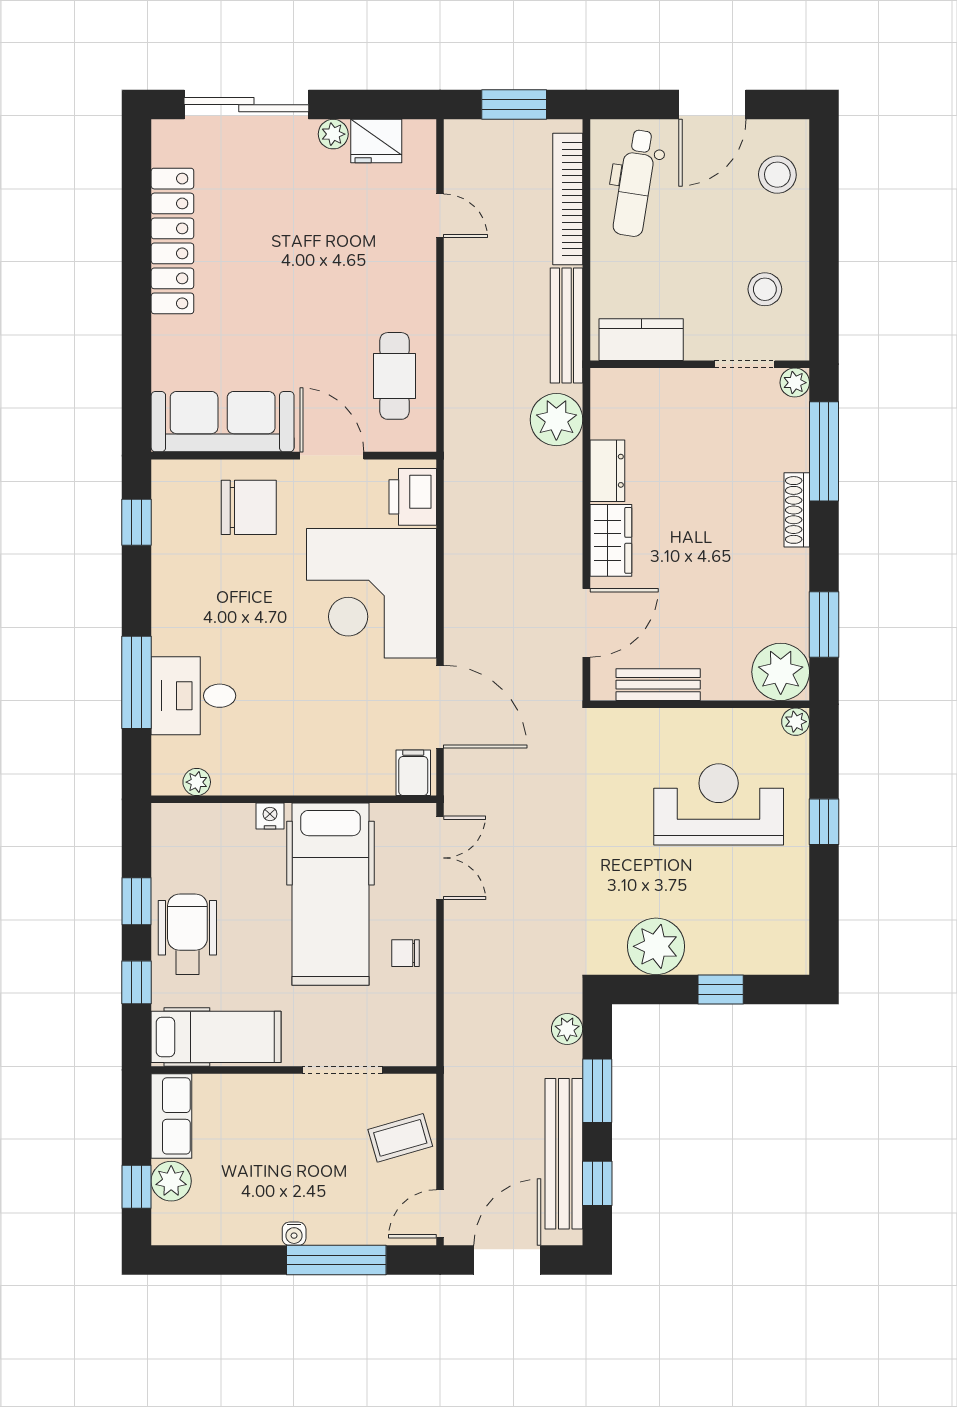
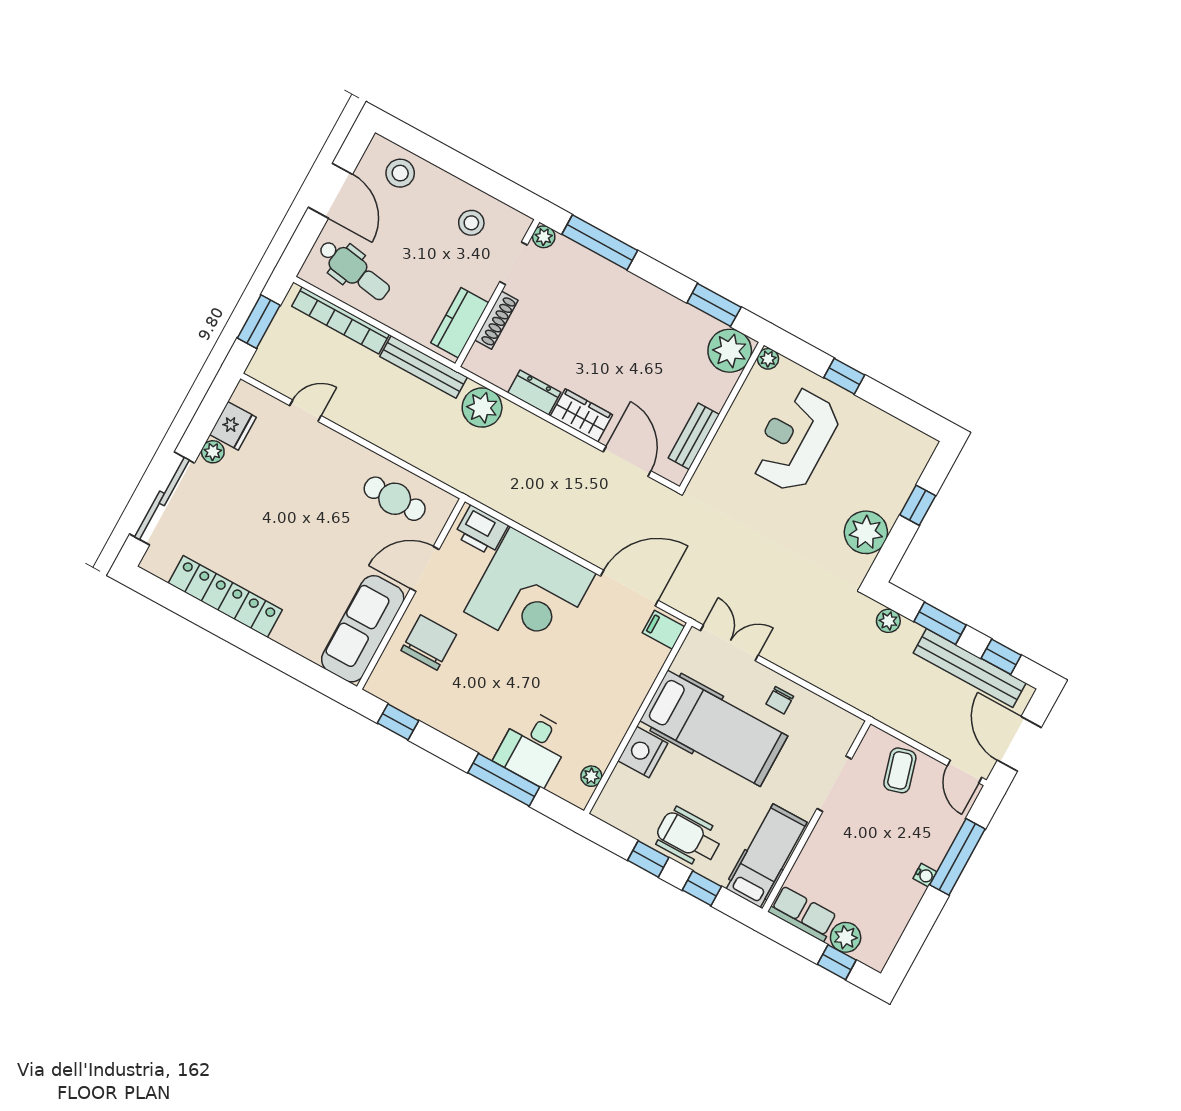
shoe rack: (797, 510) -> (496, 320), moved, turned -90
nightstand: (270, 816) -> (643, 752), width x1.89, depth x1.79

